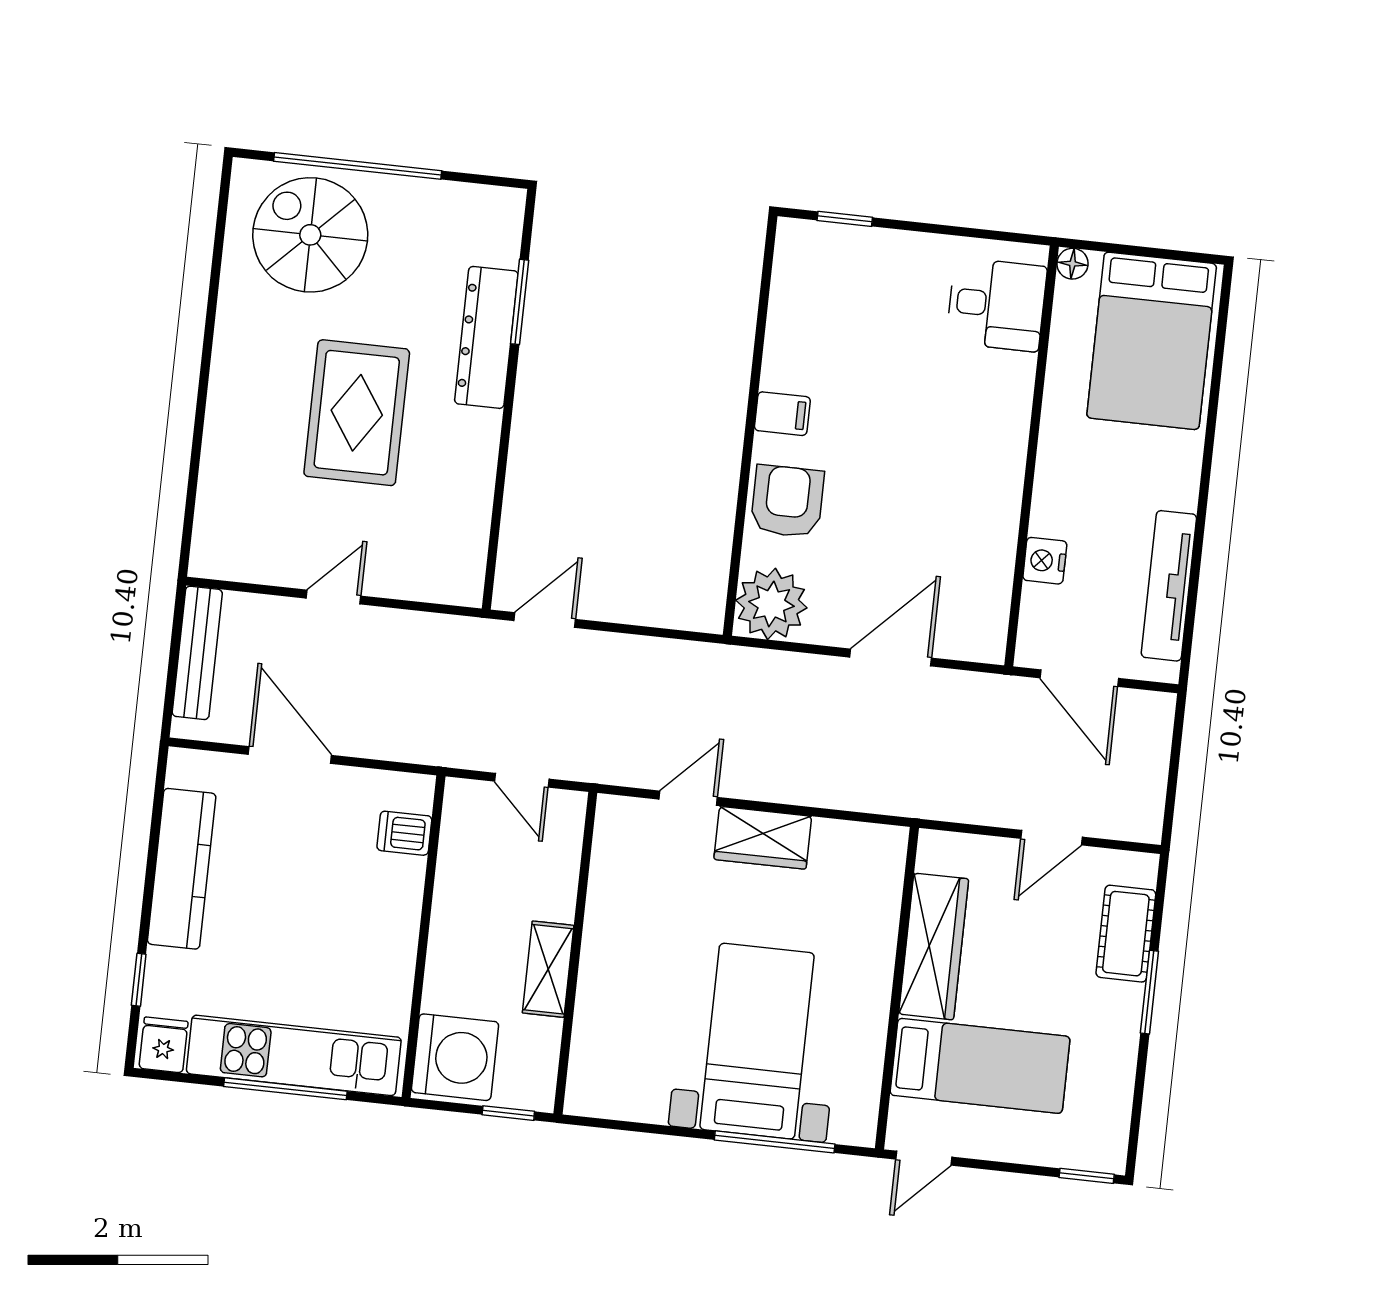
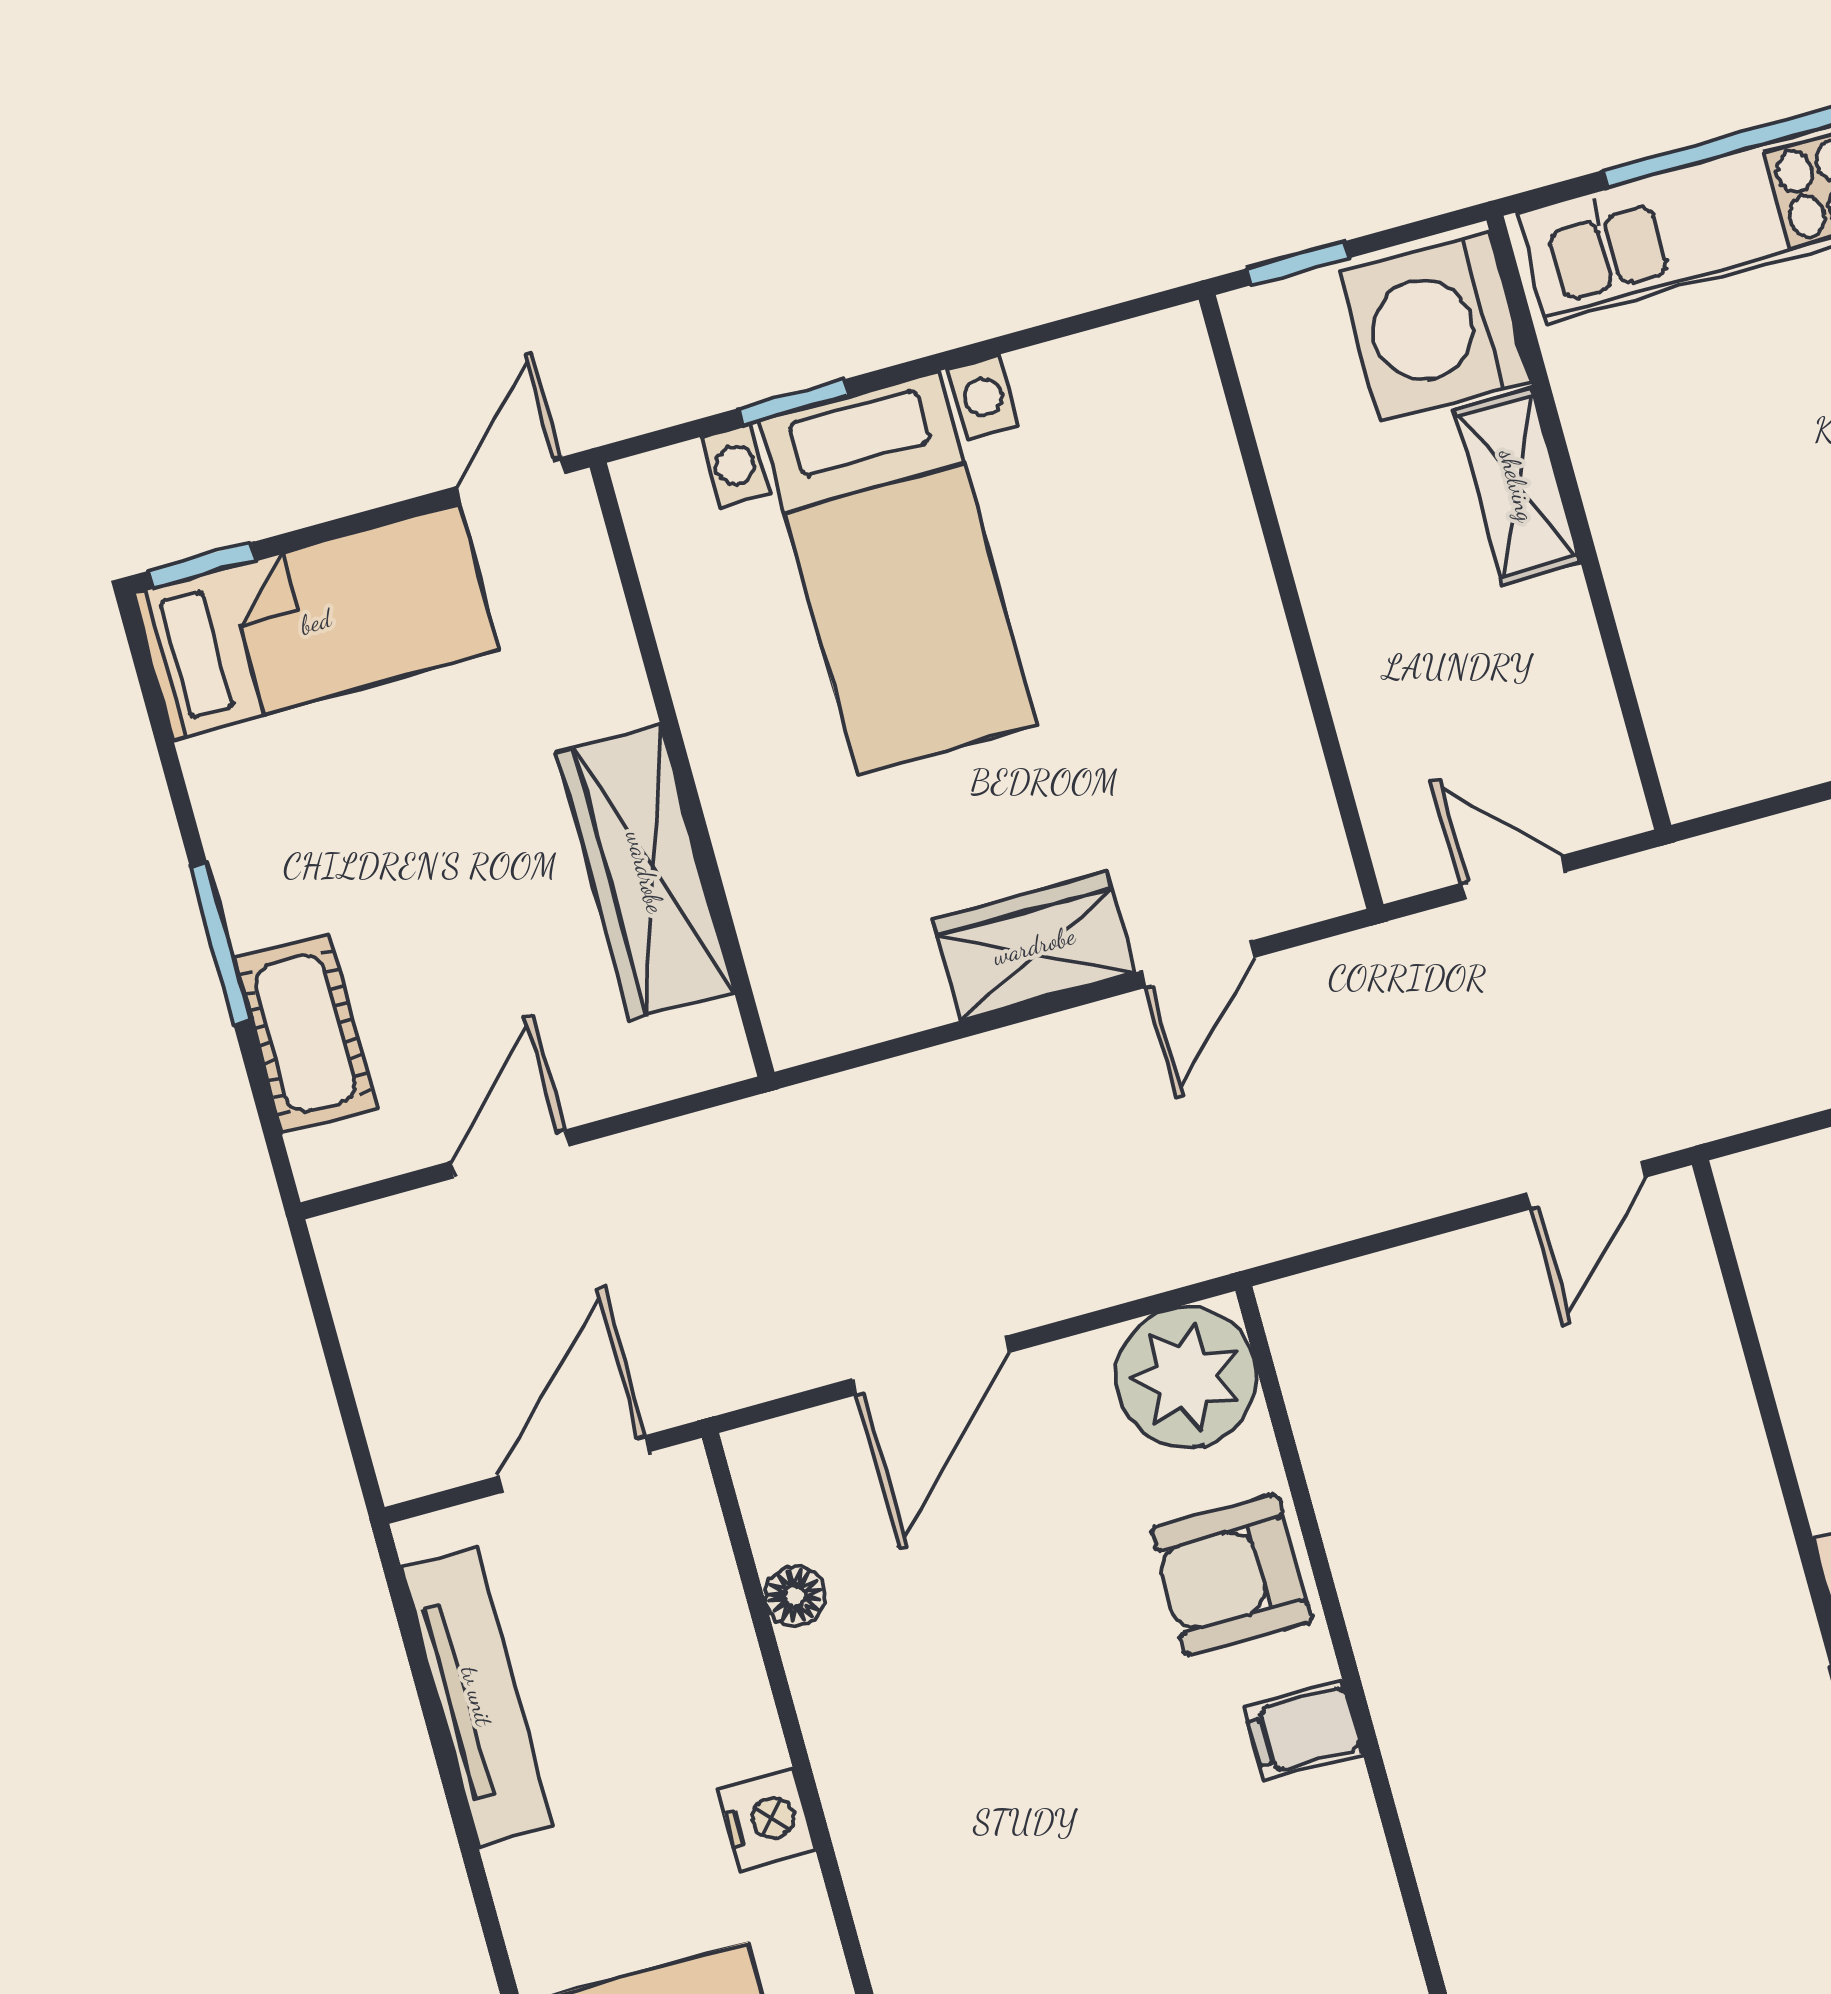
armchair: (787, 501) -> (1231, 1575), turned 90
nightstand: (1045, 561) -> (767, 1820), moved
floor lamp: (999, 573) -> (795, 1596), added
door: (1079, 678) -> (574, 1464), hinge flipped
dishwasher: (404, 833) -> (1688, 697), removed
shelving: (548, 969) -> (1517, 486), moved
bed: (980, 1066) -> (316, 622), moved, turned 180
window: (775, 1142) -> (793, 402), width x0.46

